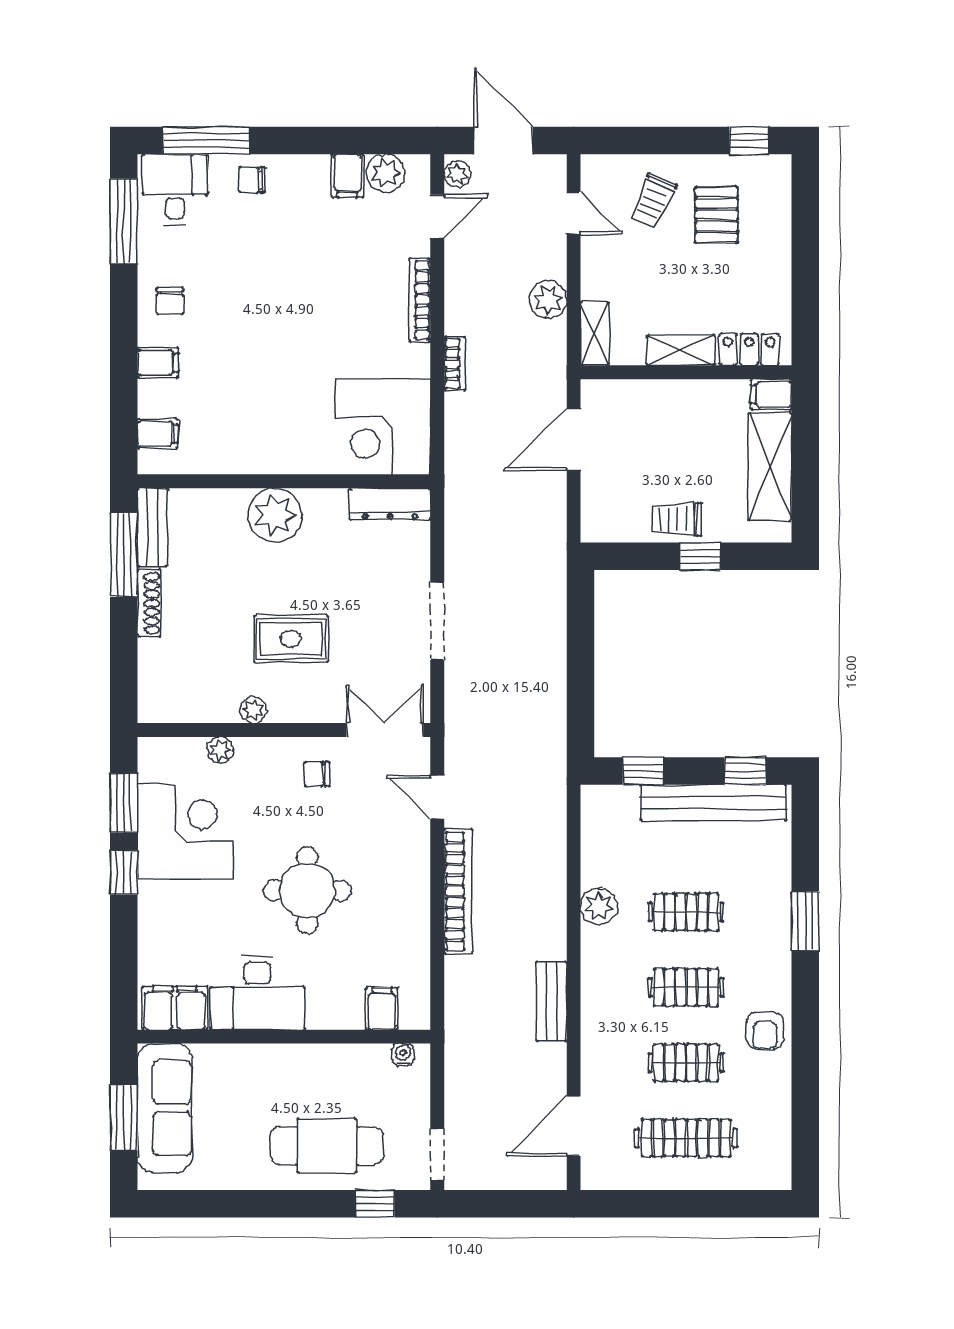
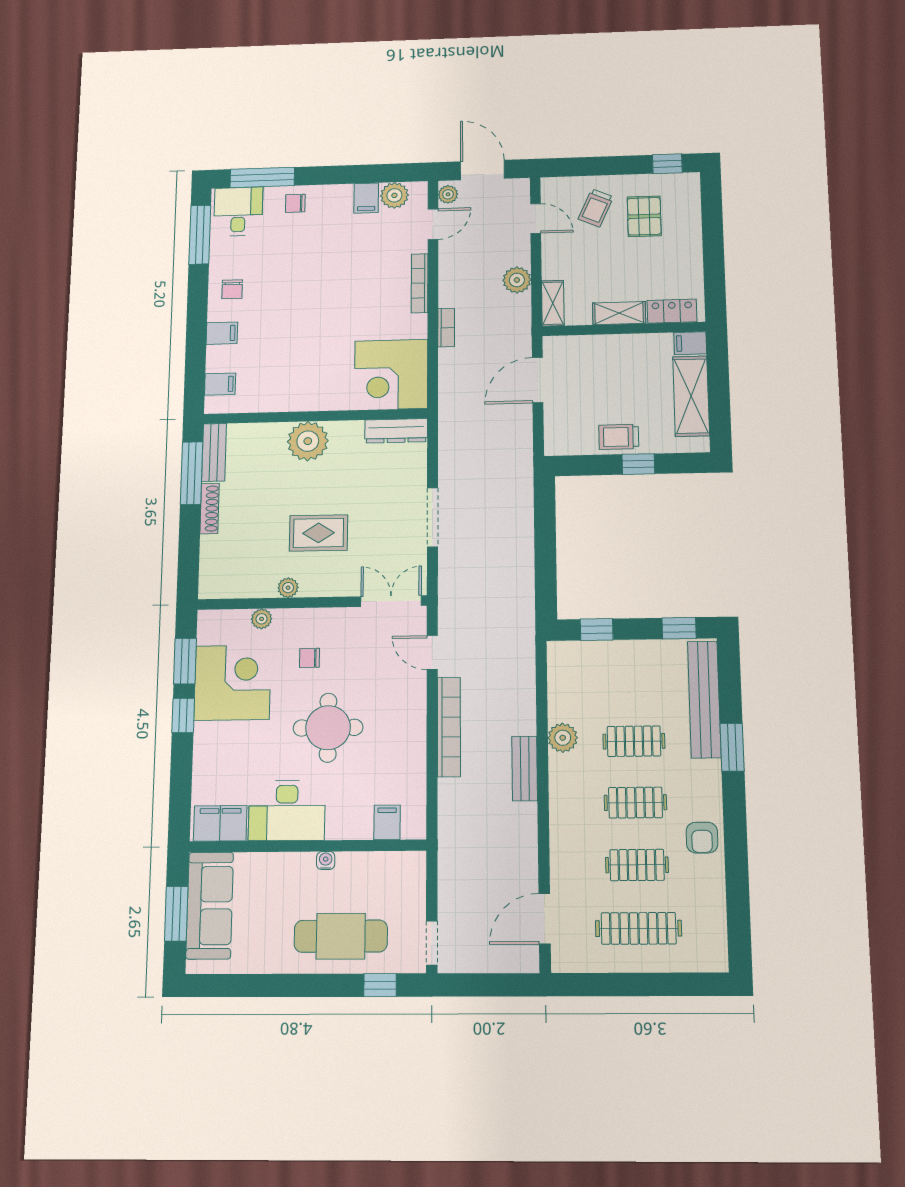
chair: (317, 774) -> (309, 658), moved
bench: (713, 803) -> (704, 699), moved, turned 90
bench: (552, 1001) -> (525, 768), moved
water cooler: (403, 1055) -> (326, 861), moved

